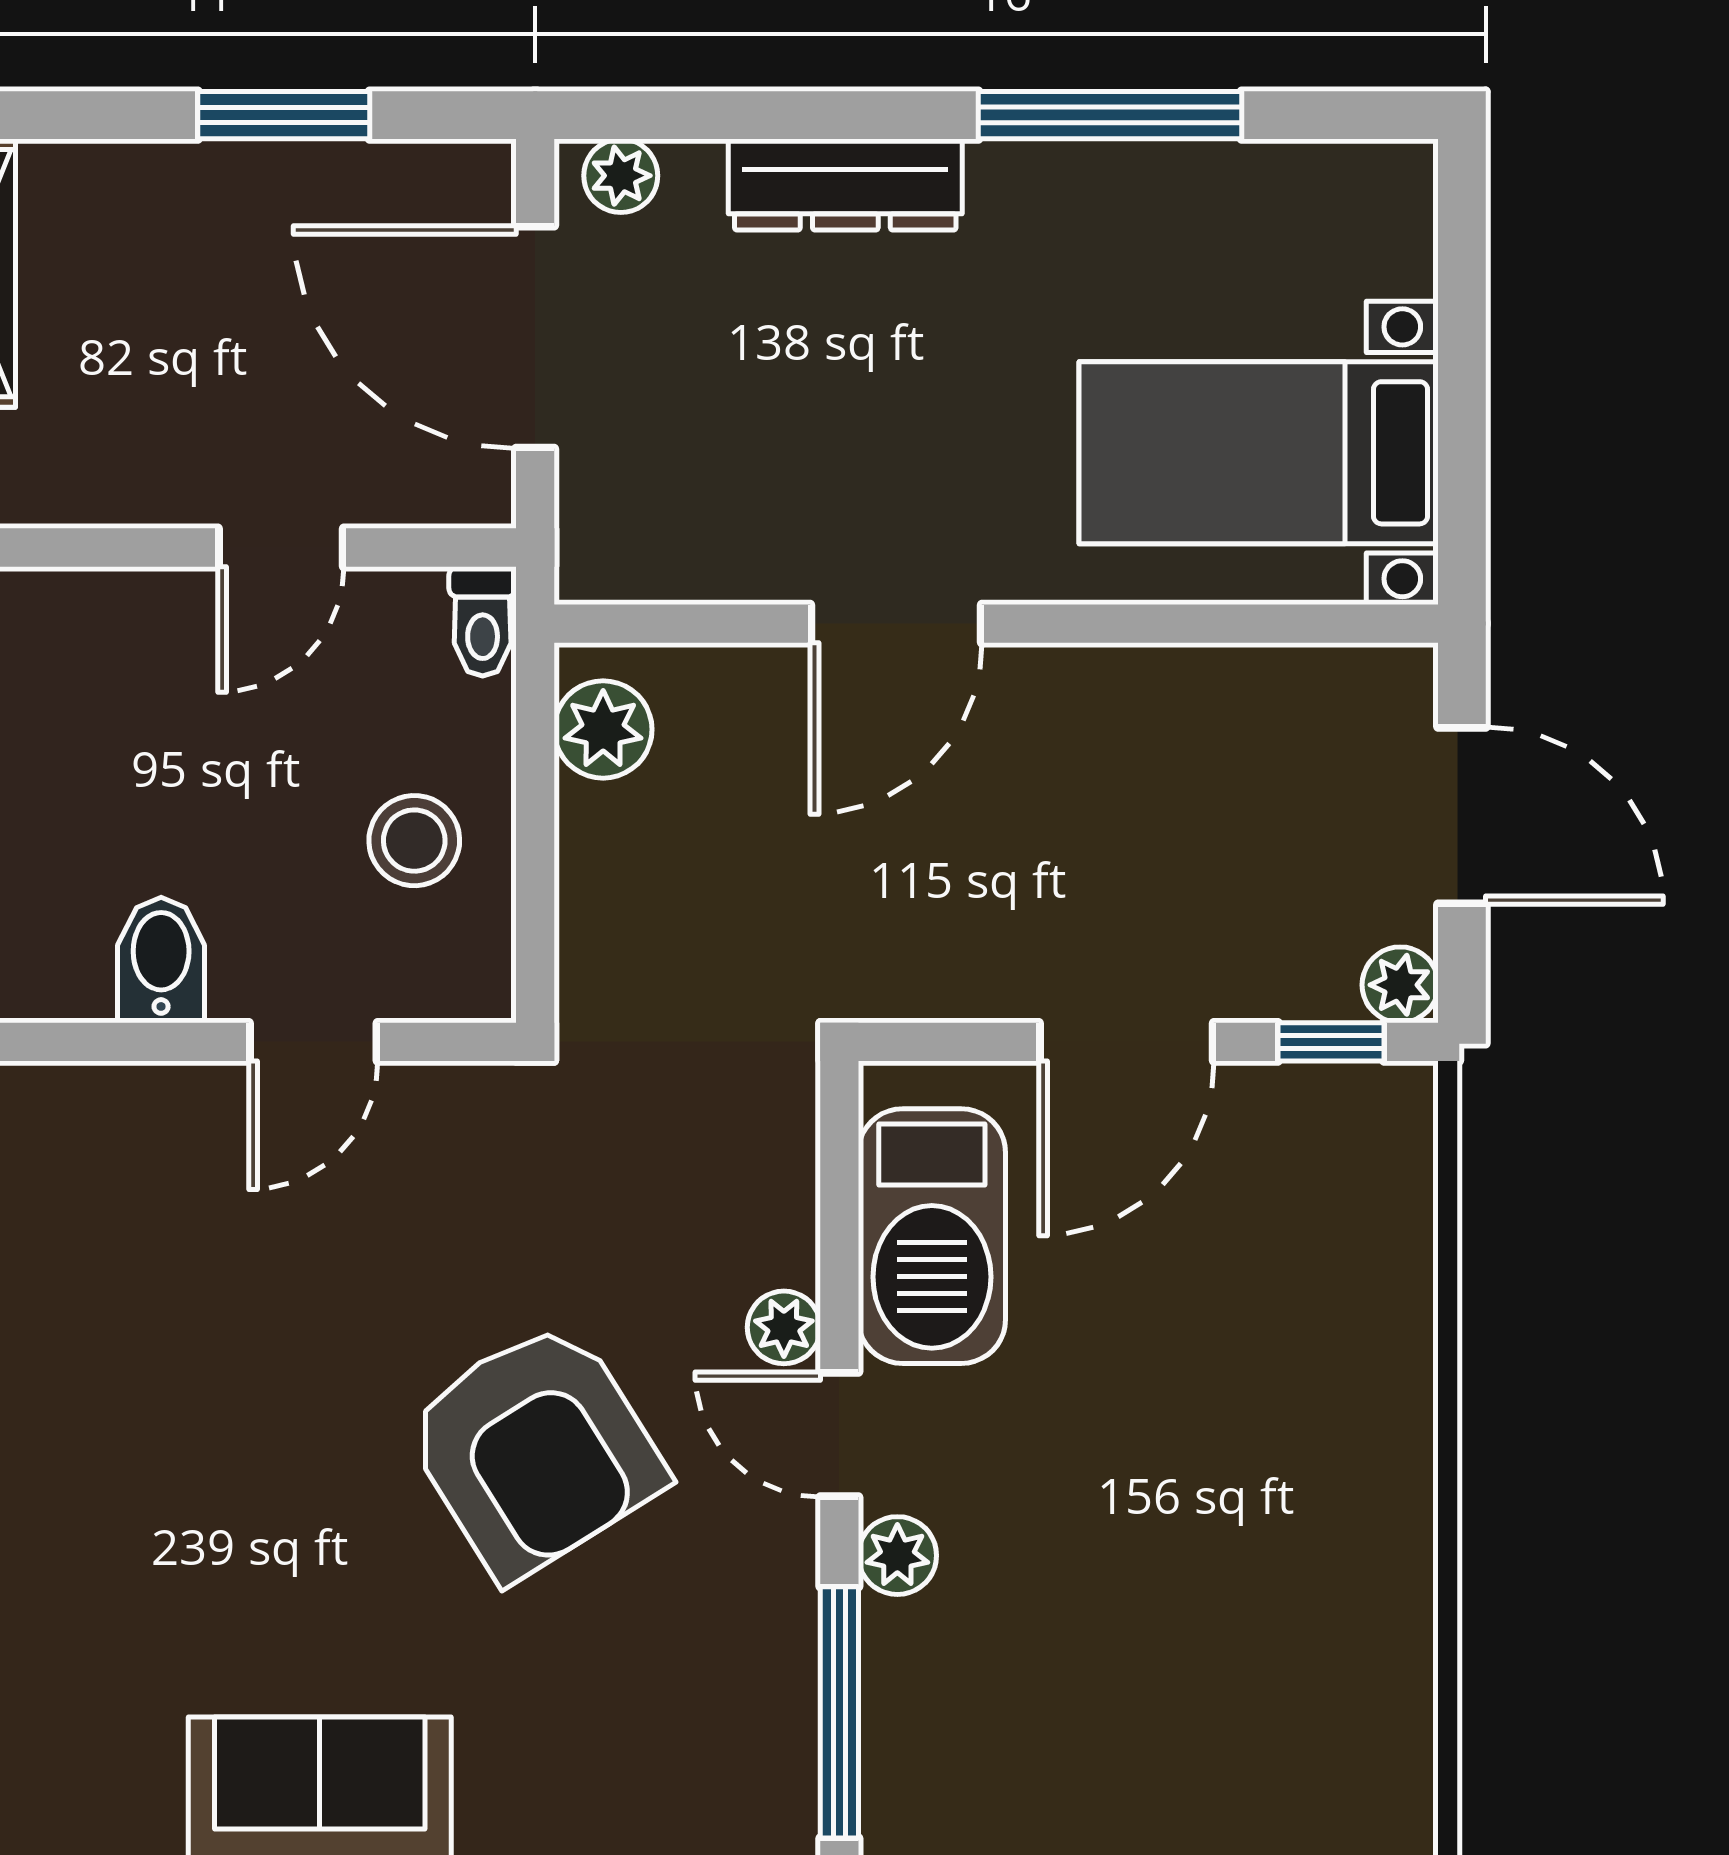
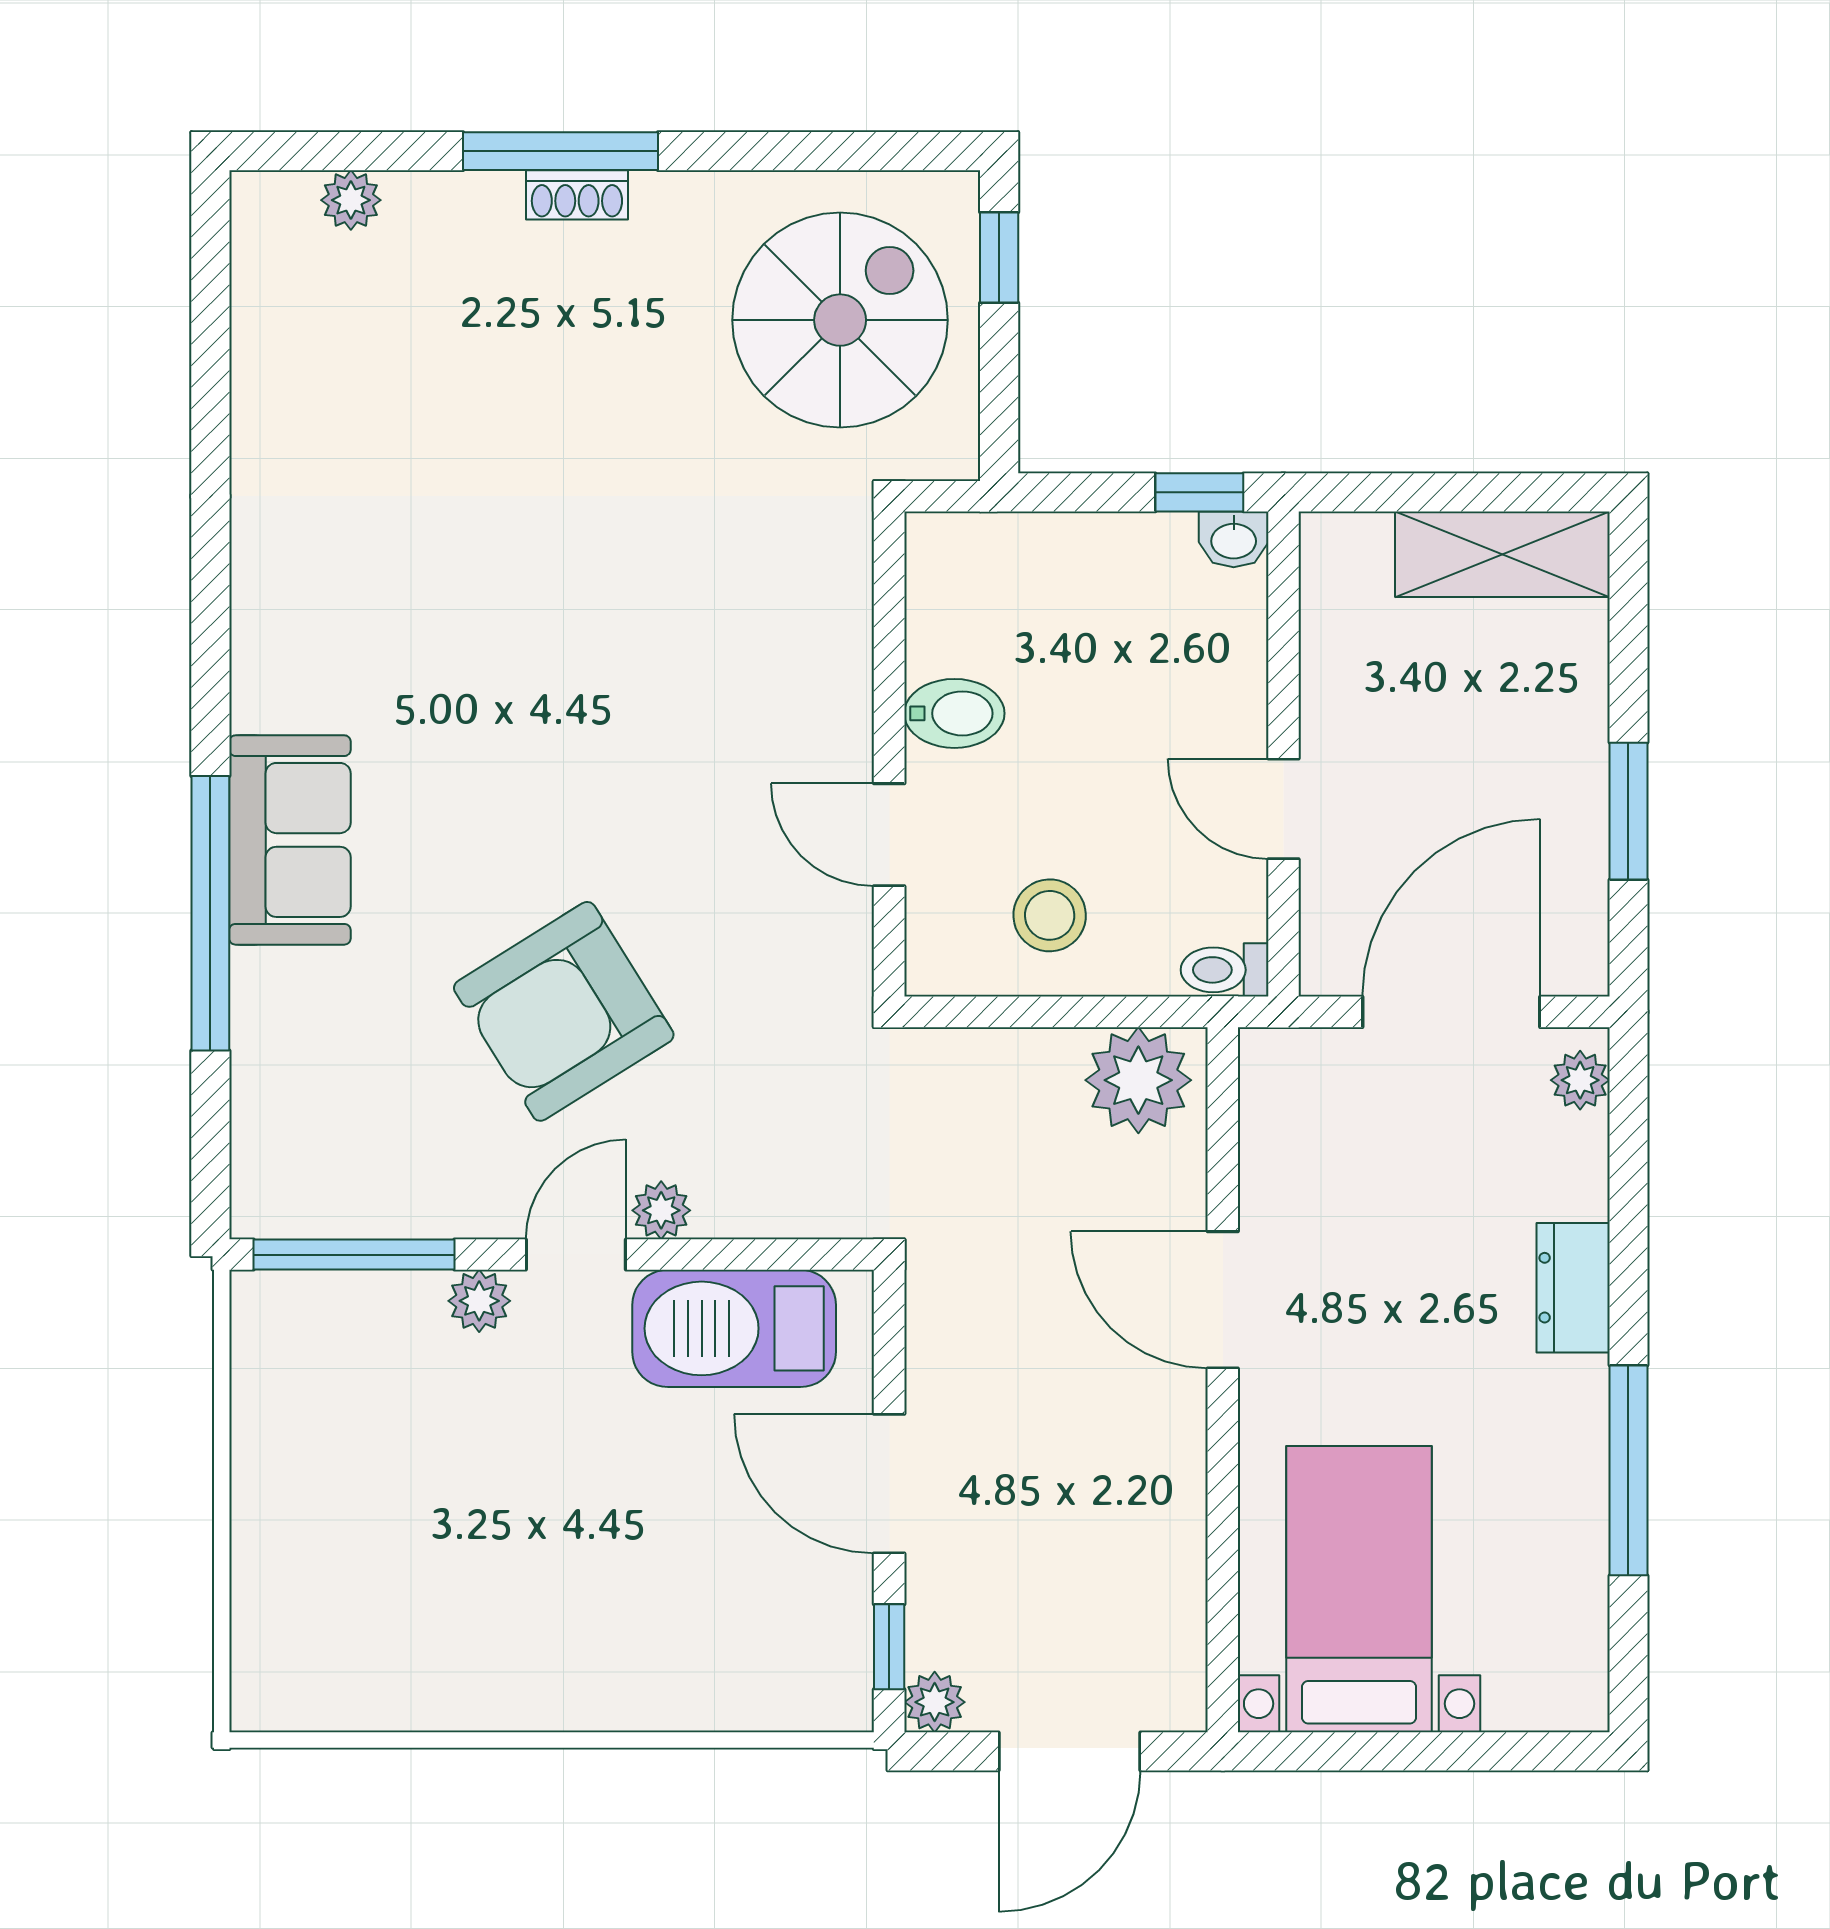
dresser: (845, 185) -> (1573, 1288), width x0.70
plant: (603, 729) -> (1138, 1080), width x1.36, depth x1.36

